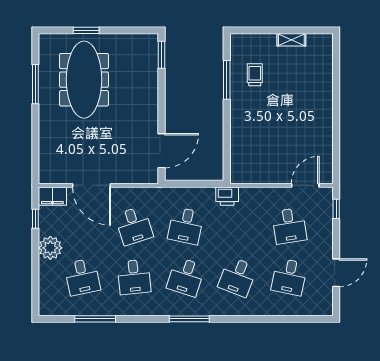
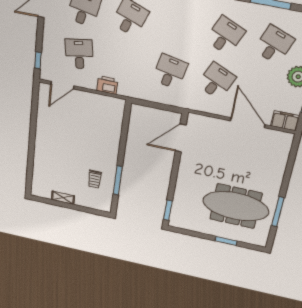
meeting table: (84, 80) -> (236, 206), turned 90
printer: (227, 196) -> (107, 85), moved
desk: (134, 226) -> (216, 81), turned 42
desk: (82, 277) -> (274, 45), turned 33
desk: (134, 277) -> (225, 35), turned 30
desk: (186, 277) -> (177, 26), removed

